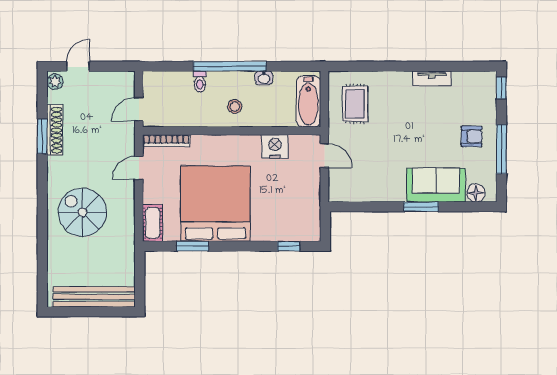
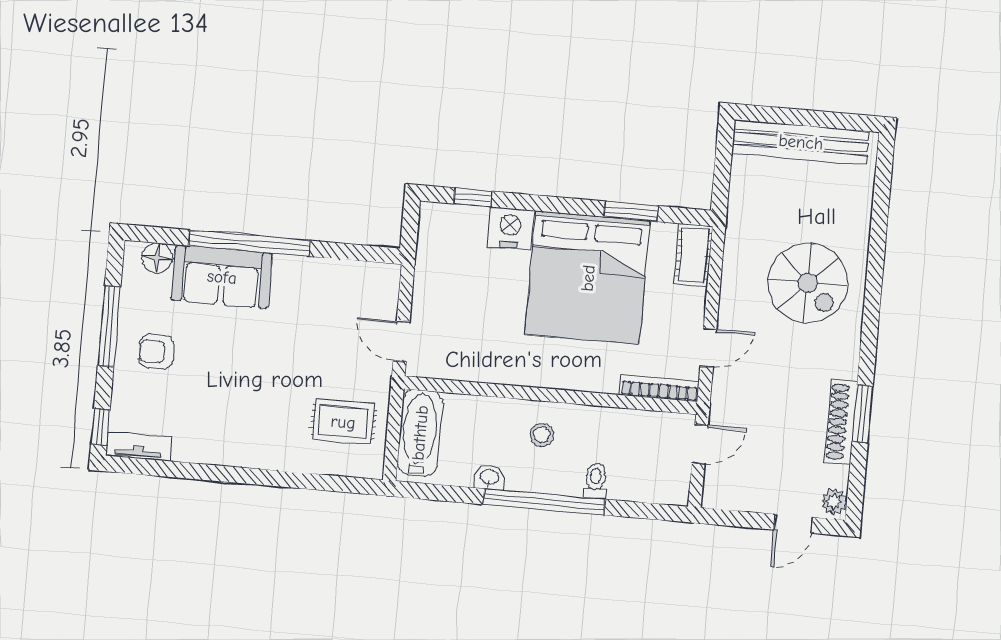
tv unit: (432, 78) -> (138, 446), moved
rug: (355, 104) -> (343, 422), turned 90
nightstand: (275, 146) -> (510, 228), moved, turned 180
window: (421, 207) -> (249, 243), width x2.11

